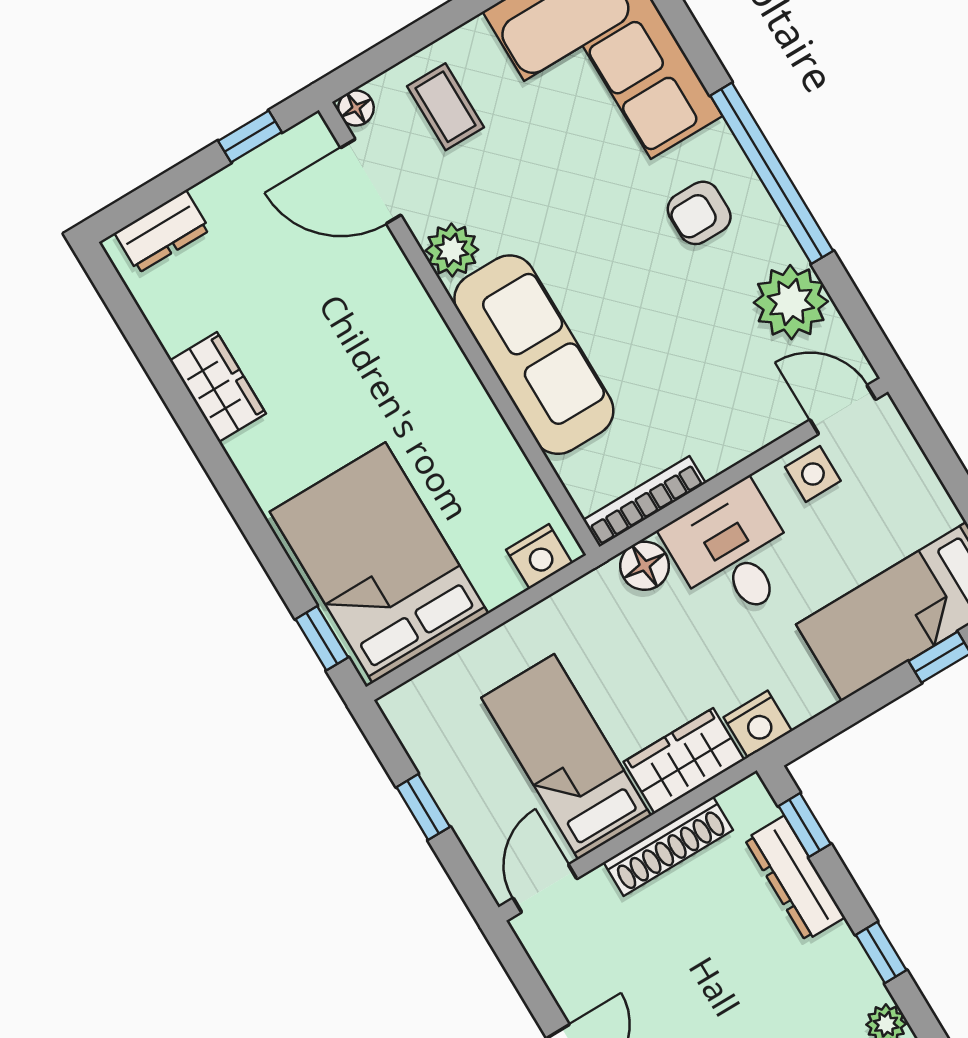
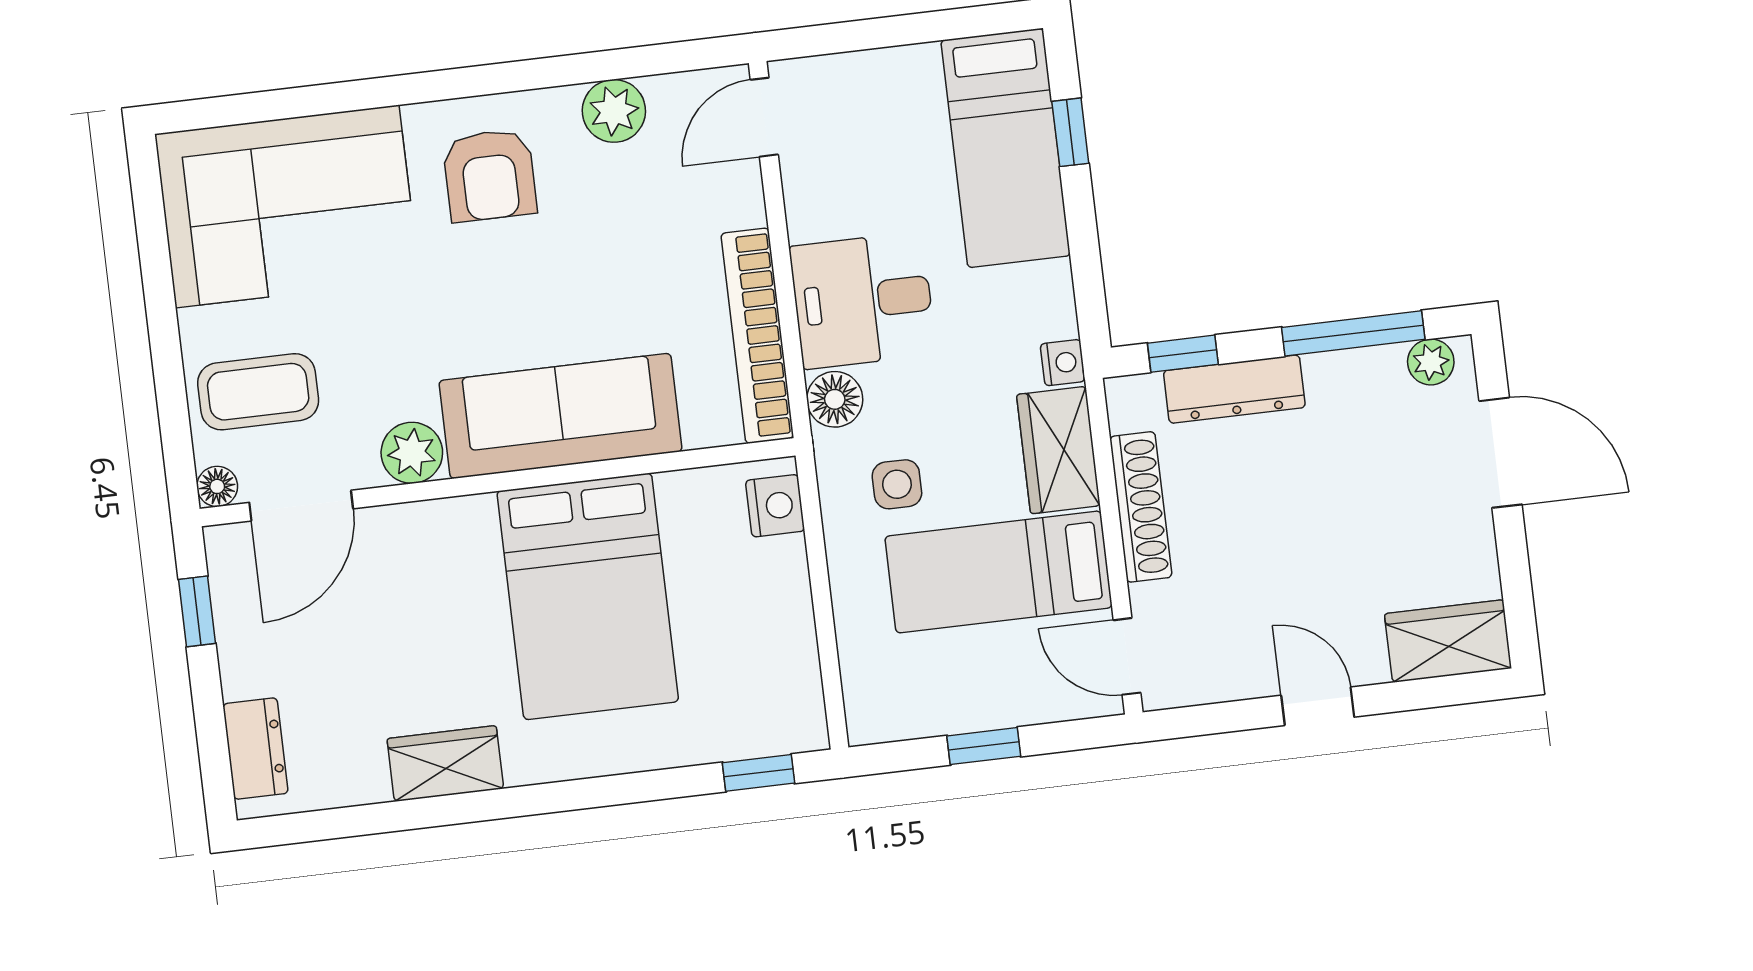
coffee table: (446, 107) -> (258, 392), width x1.36, depth x1.30
window: (772, 173) -> (482, 80), removed
armchair: (699, 213) -> (490, 175), width x1.38, depth x1.38
plant: (791, 302) -> (614, 111), width x0.73, depth x0.73
side table: (813, 474) -> (897, 484), moved
bookcase: (644, 501) -> (757, 336), width x1.48, depth x1.31
bed: (379, 563) -> (588, 596), moved, turned -90
nightstand: (758, 724) -> (1063, 363), width x0.72, depth x0.74
window: (881, 953) -> (1353, 333), width x2.17

